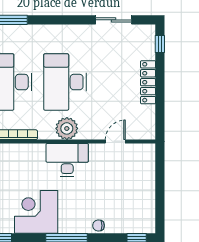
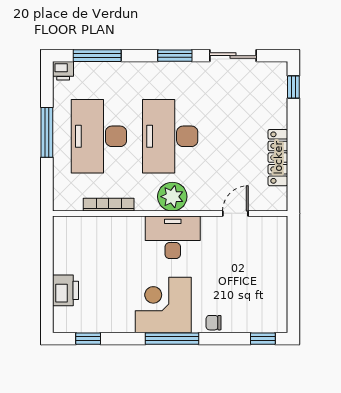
window: (69, 20) -> (175, 56), added
locker: (148, 82) -> (278, 158), moved
corner desk: (36, 212) -> (163, 305), moved

